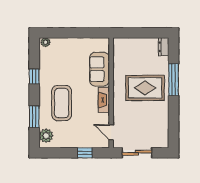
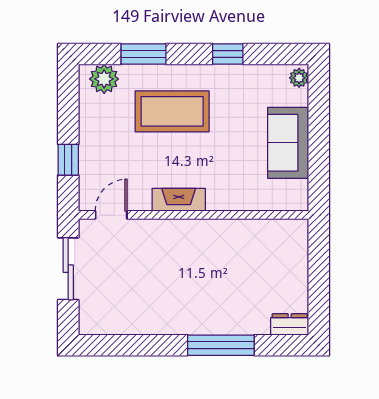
sofa: (100, 69) -> (288, 143), moved, turned -90
rug: (145, 88) -> (204, 286), removed

